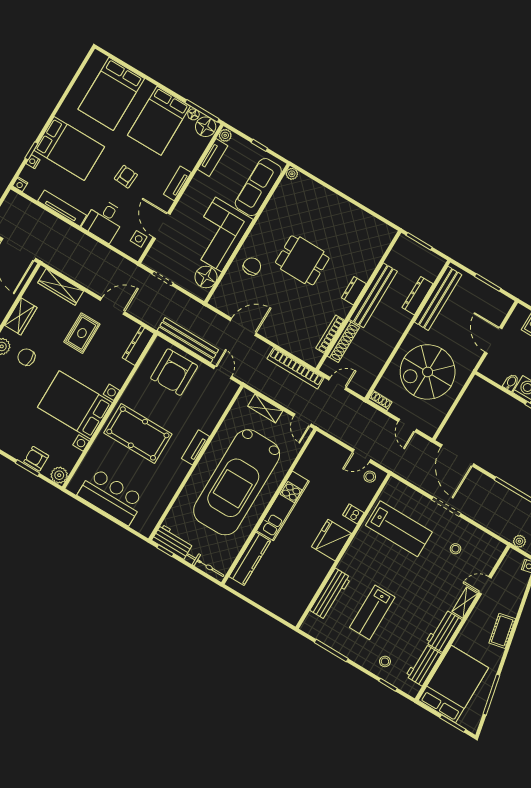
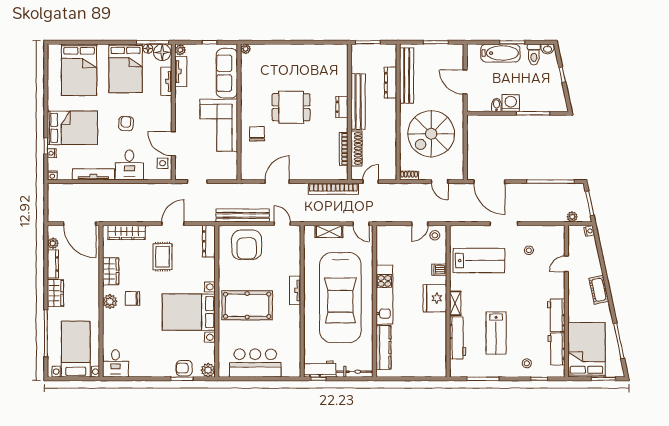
tv unit: (177, 183) -> (166, 81), moved
floor lamp: (206, 277) -> (228, 162), removed
shelving: (465, 603) -> (455, 303), moved

